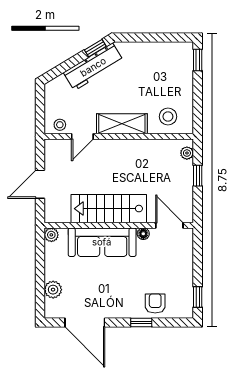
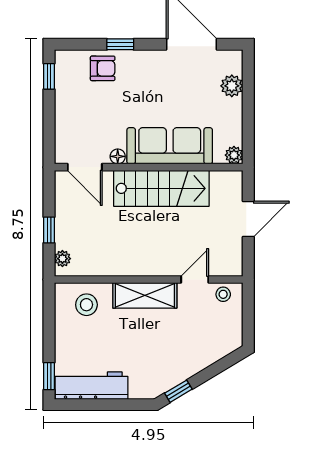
workbench: (93, 67) -> (91, 386), moved, turned 31
armchair: (155, 303) -> (103, 68), turned -90

